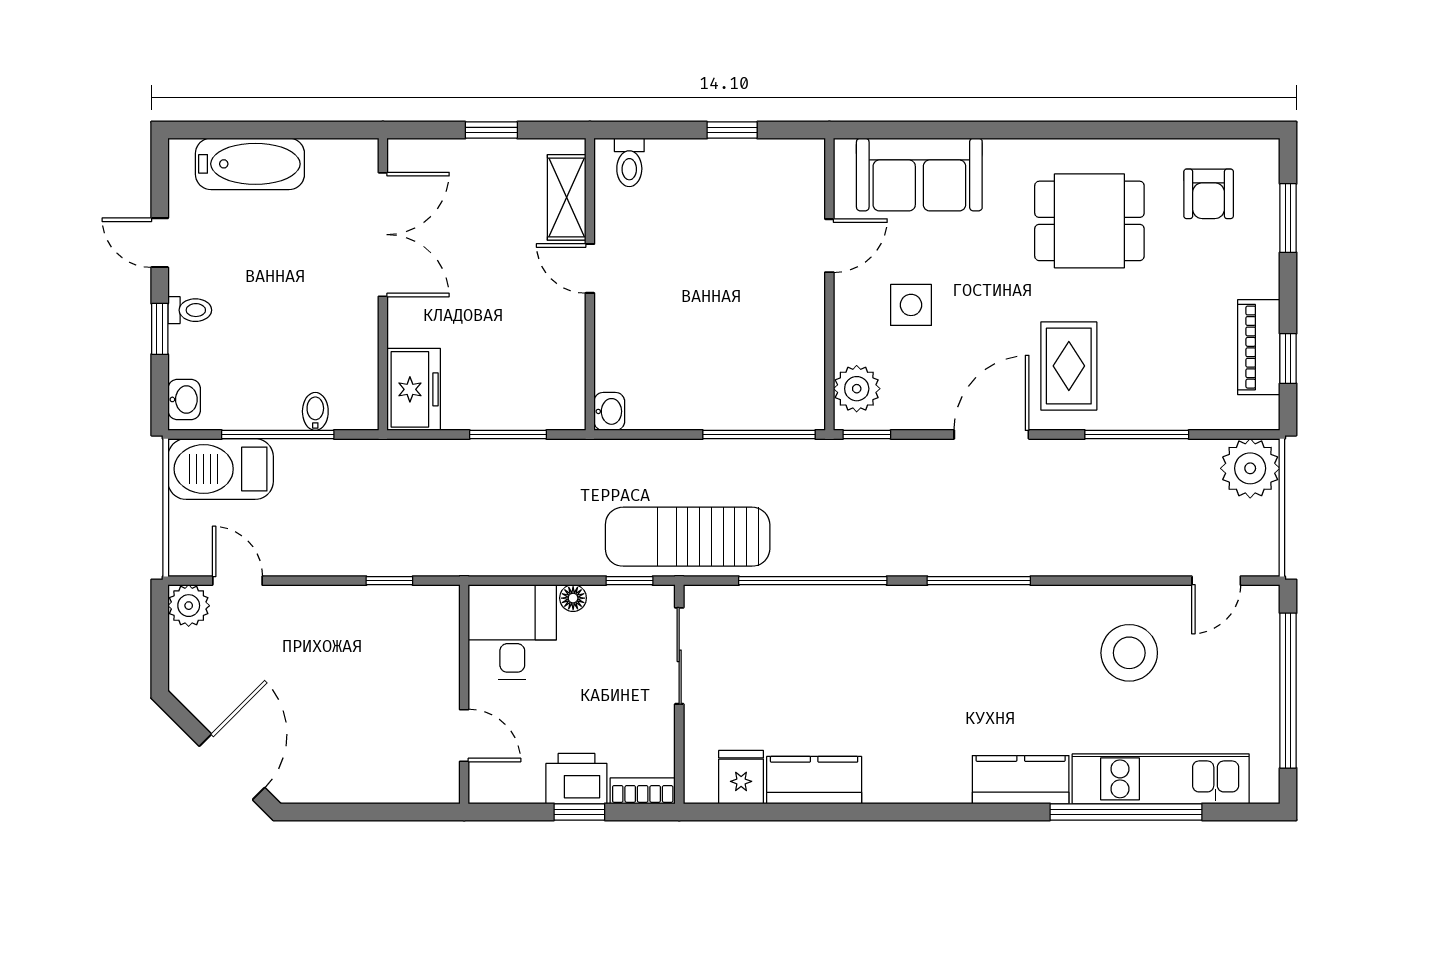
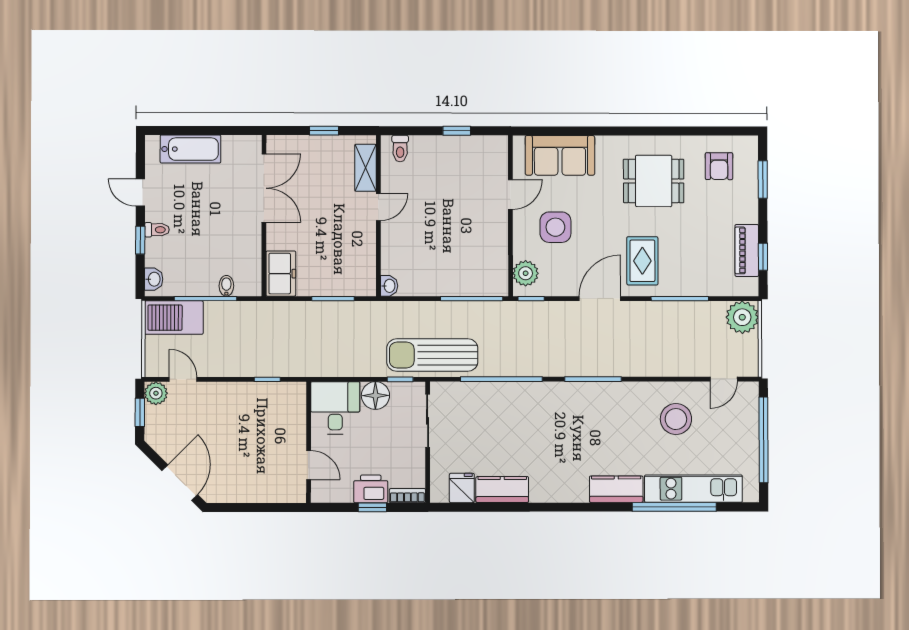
door: (590, 268) -> (378, 207), swing flipped
side table: (911, 305) -> (555, 227), width x1.37, depth x1.37
floor lamp: (573, 598) -> (375, 395), width x1.89, depth x1.89
window: (160, 640) -> (140, 412), added

